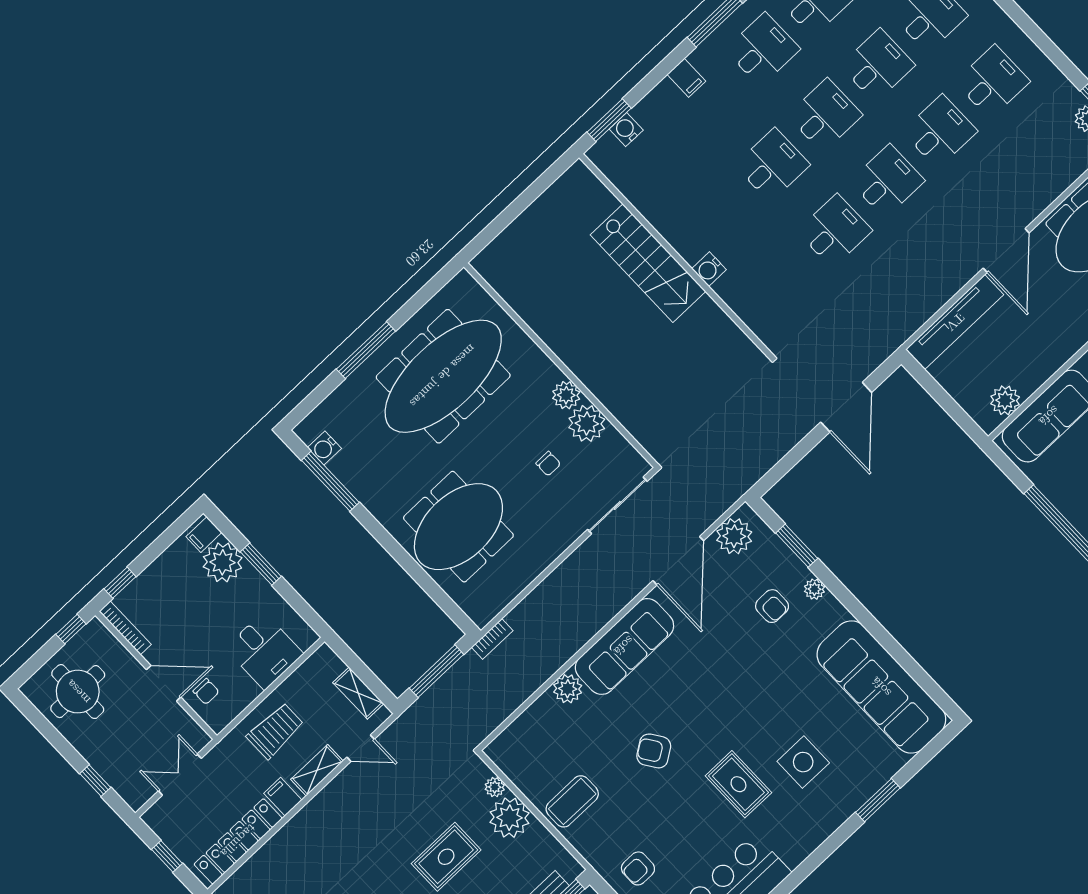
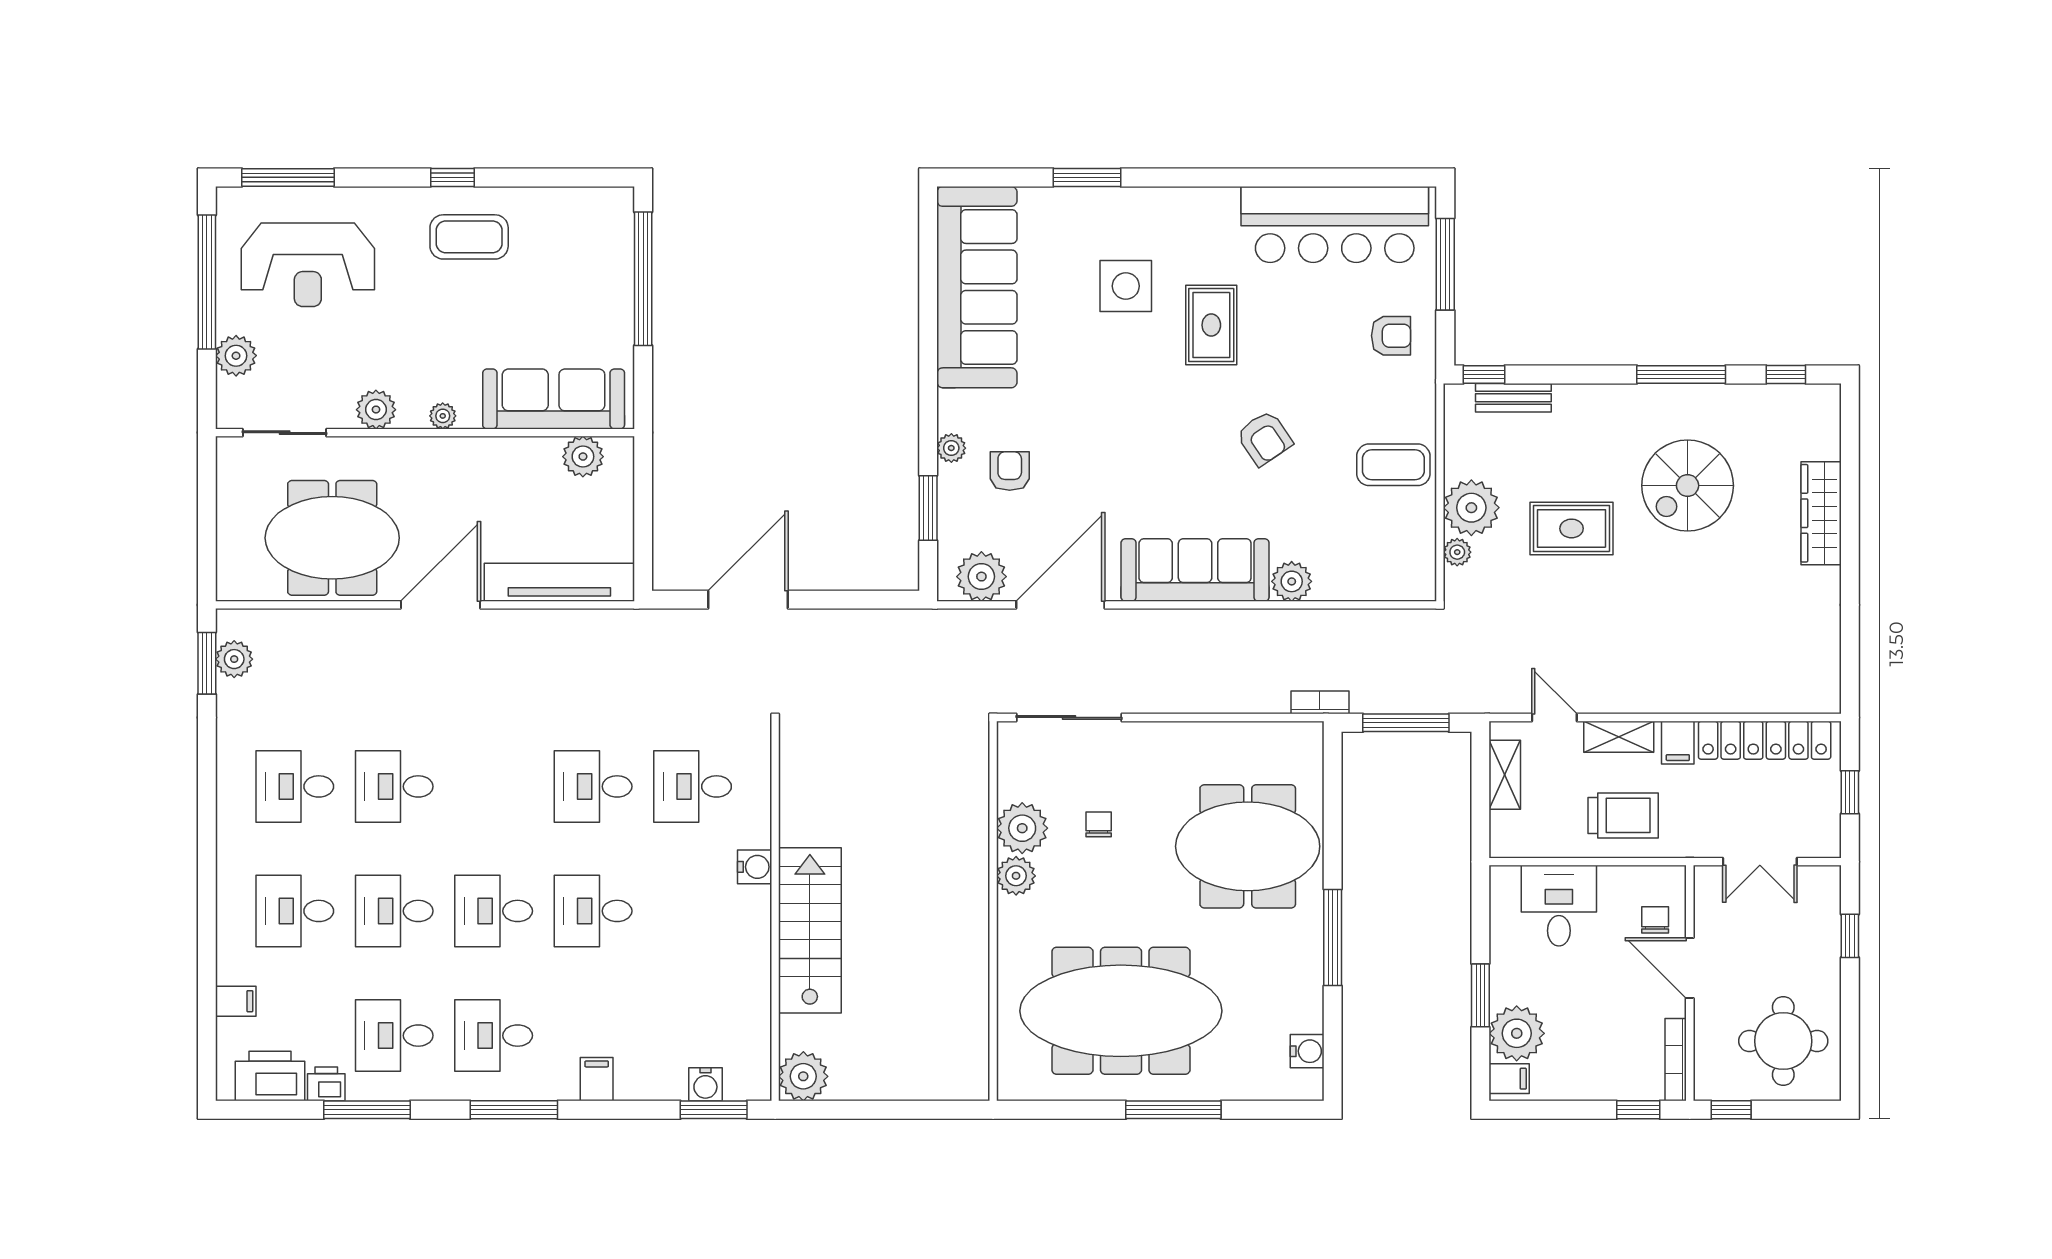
desk: (887, 181) -> (693, 786), moved
plant: (578, 183) -> (803, 1076), added
window: (330, 481) -> (1333, 938), moved
trolley: (275, 731) -> (1623, 815), turned 180

